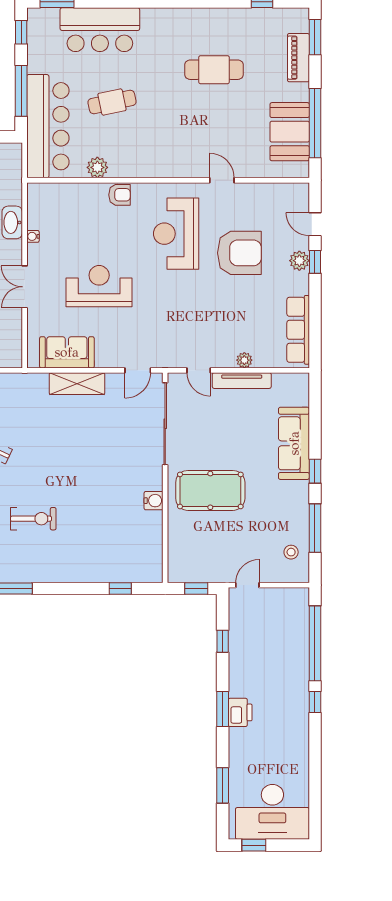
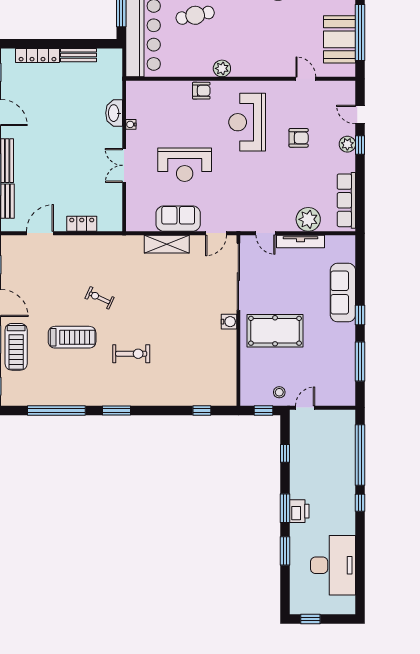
plant: (97, 167) -> (222, 68), moved
door: (222, 180) -> (306, 79), moved
armchair: (239, 253) -> (299, 138), width x0.53, depth x0.53
reception desk: (99, 286) -> (185, 165), turned 180
sofa: (67, 352) -> (178, 219), moved
plant: (244, 360) -> (308, 219), width x1.88, depth x1.88
water cooler: (154, 501) -> (229, 322), moved
stool: (291, 552) -> (279, 392), moved
window: (223, 785) -> (285, 551), moved
desk: (272, 812) -> (333, 565), moved, turned -90

